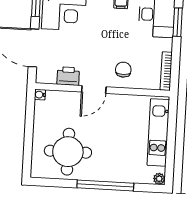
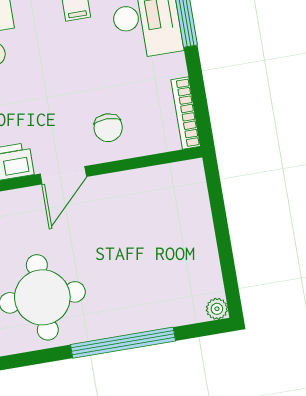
chair: (123, 70) -> (108, 128), turned 180
kitchen unit: (158, 132) -> (196, 226), removed

